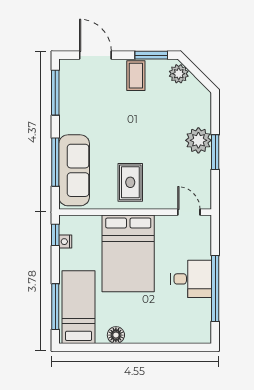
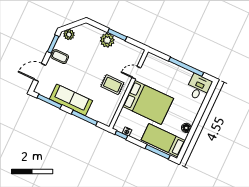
sofa: (74, 170) -> (71, 100), moved
door: (189, 212) -> (136, 73), moved
desk: (191, 279) -> (199, 87), moved

